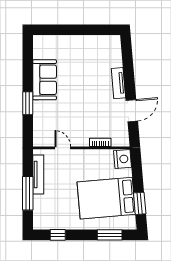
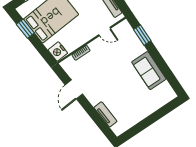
tv unit: (118, 83) -> (105, 114), moved
window: (28, 103) -> (142, 35), moved

